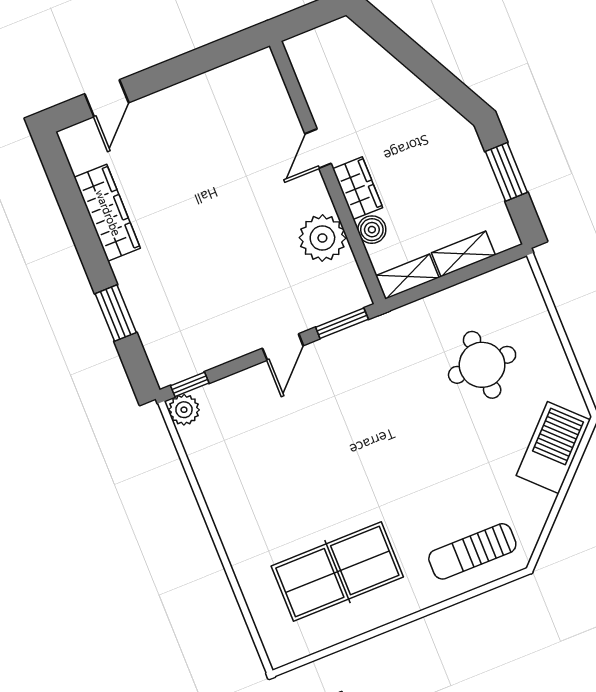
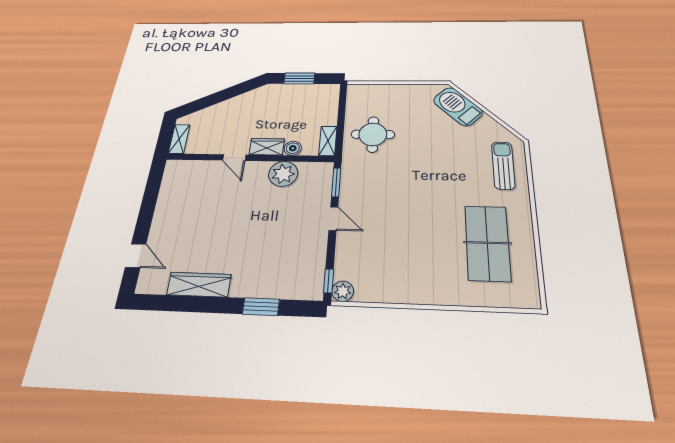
shelving: (463, 254) -> (179, 139), moved
round table: (482, 365) -> (373, 134), moved
sun lounger: (472, 551) -> (503, 165), turned 180

